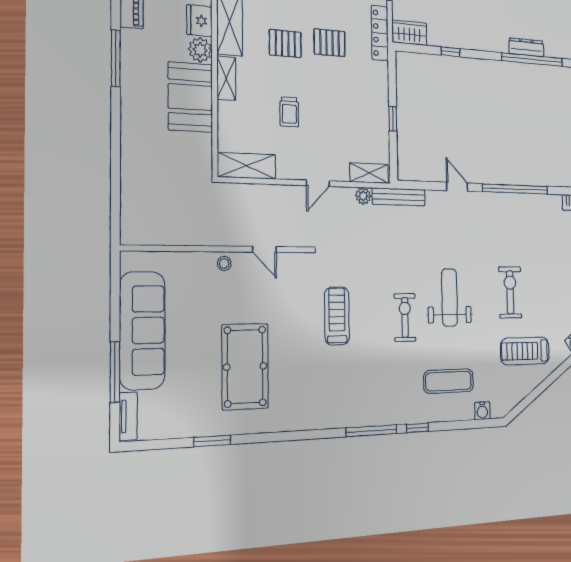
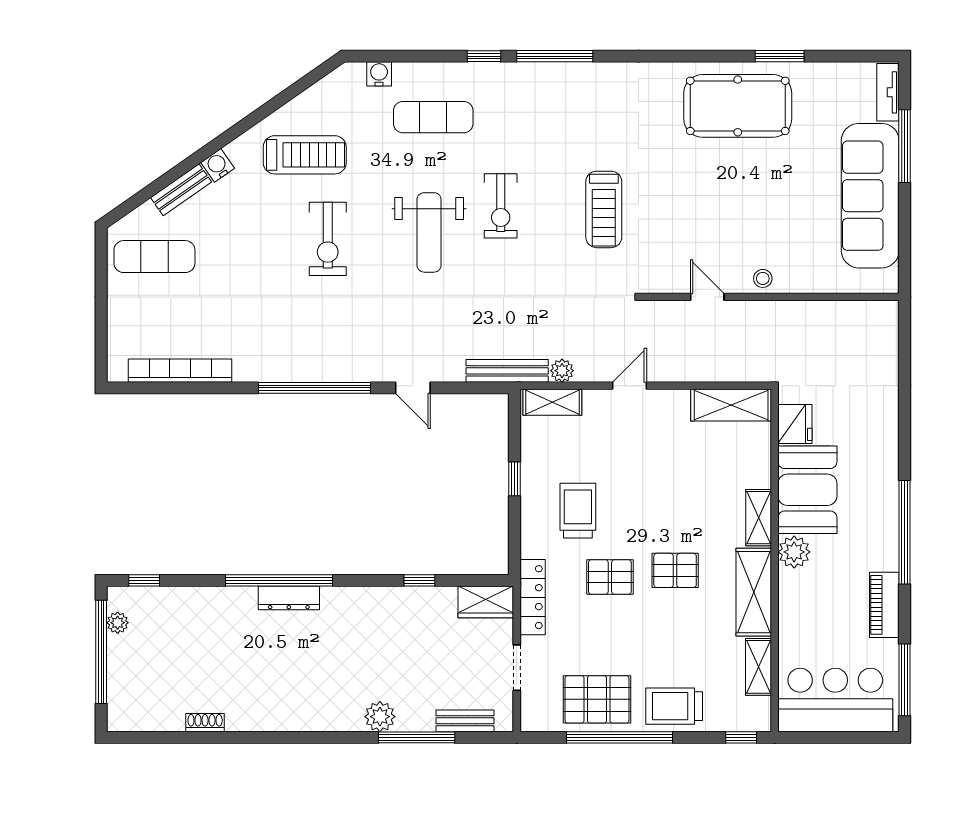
fridge: (199, 21) -> (795, 424), moved
window: (116, 58) -> (904, 532), width x1.46
trolley: (289, 112) -> (578, 511), moved, width x1.36, depth x1.39
pool table: (245, 366) -> (738, 106), moved, turned 90

